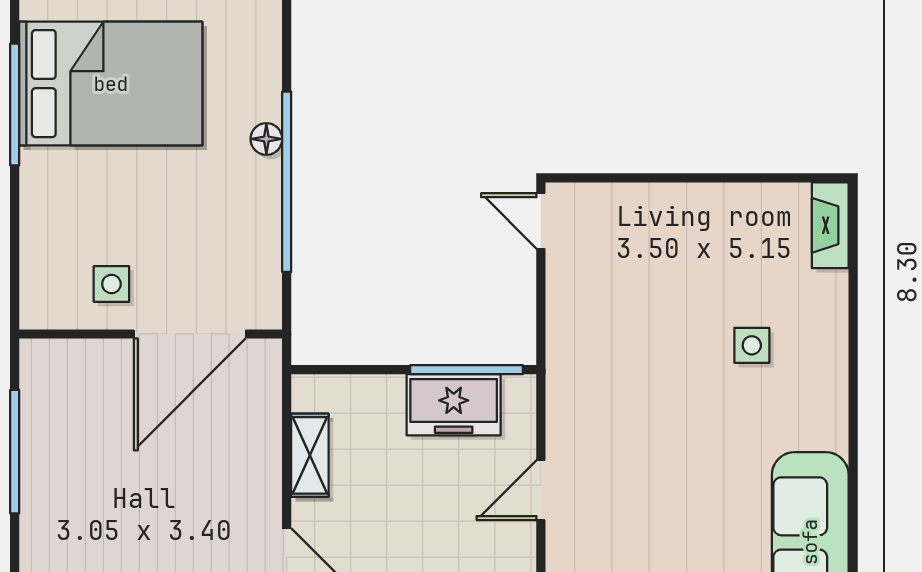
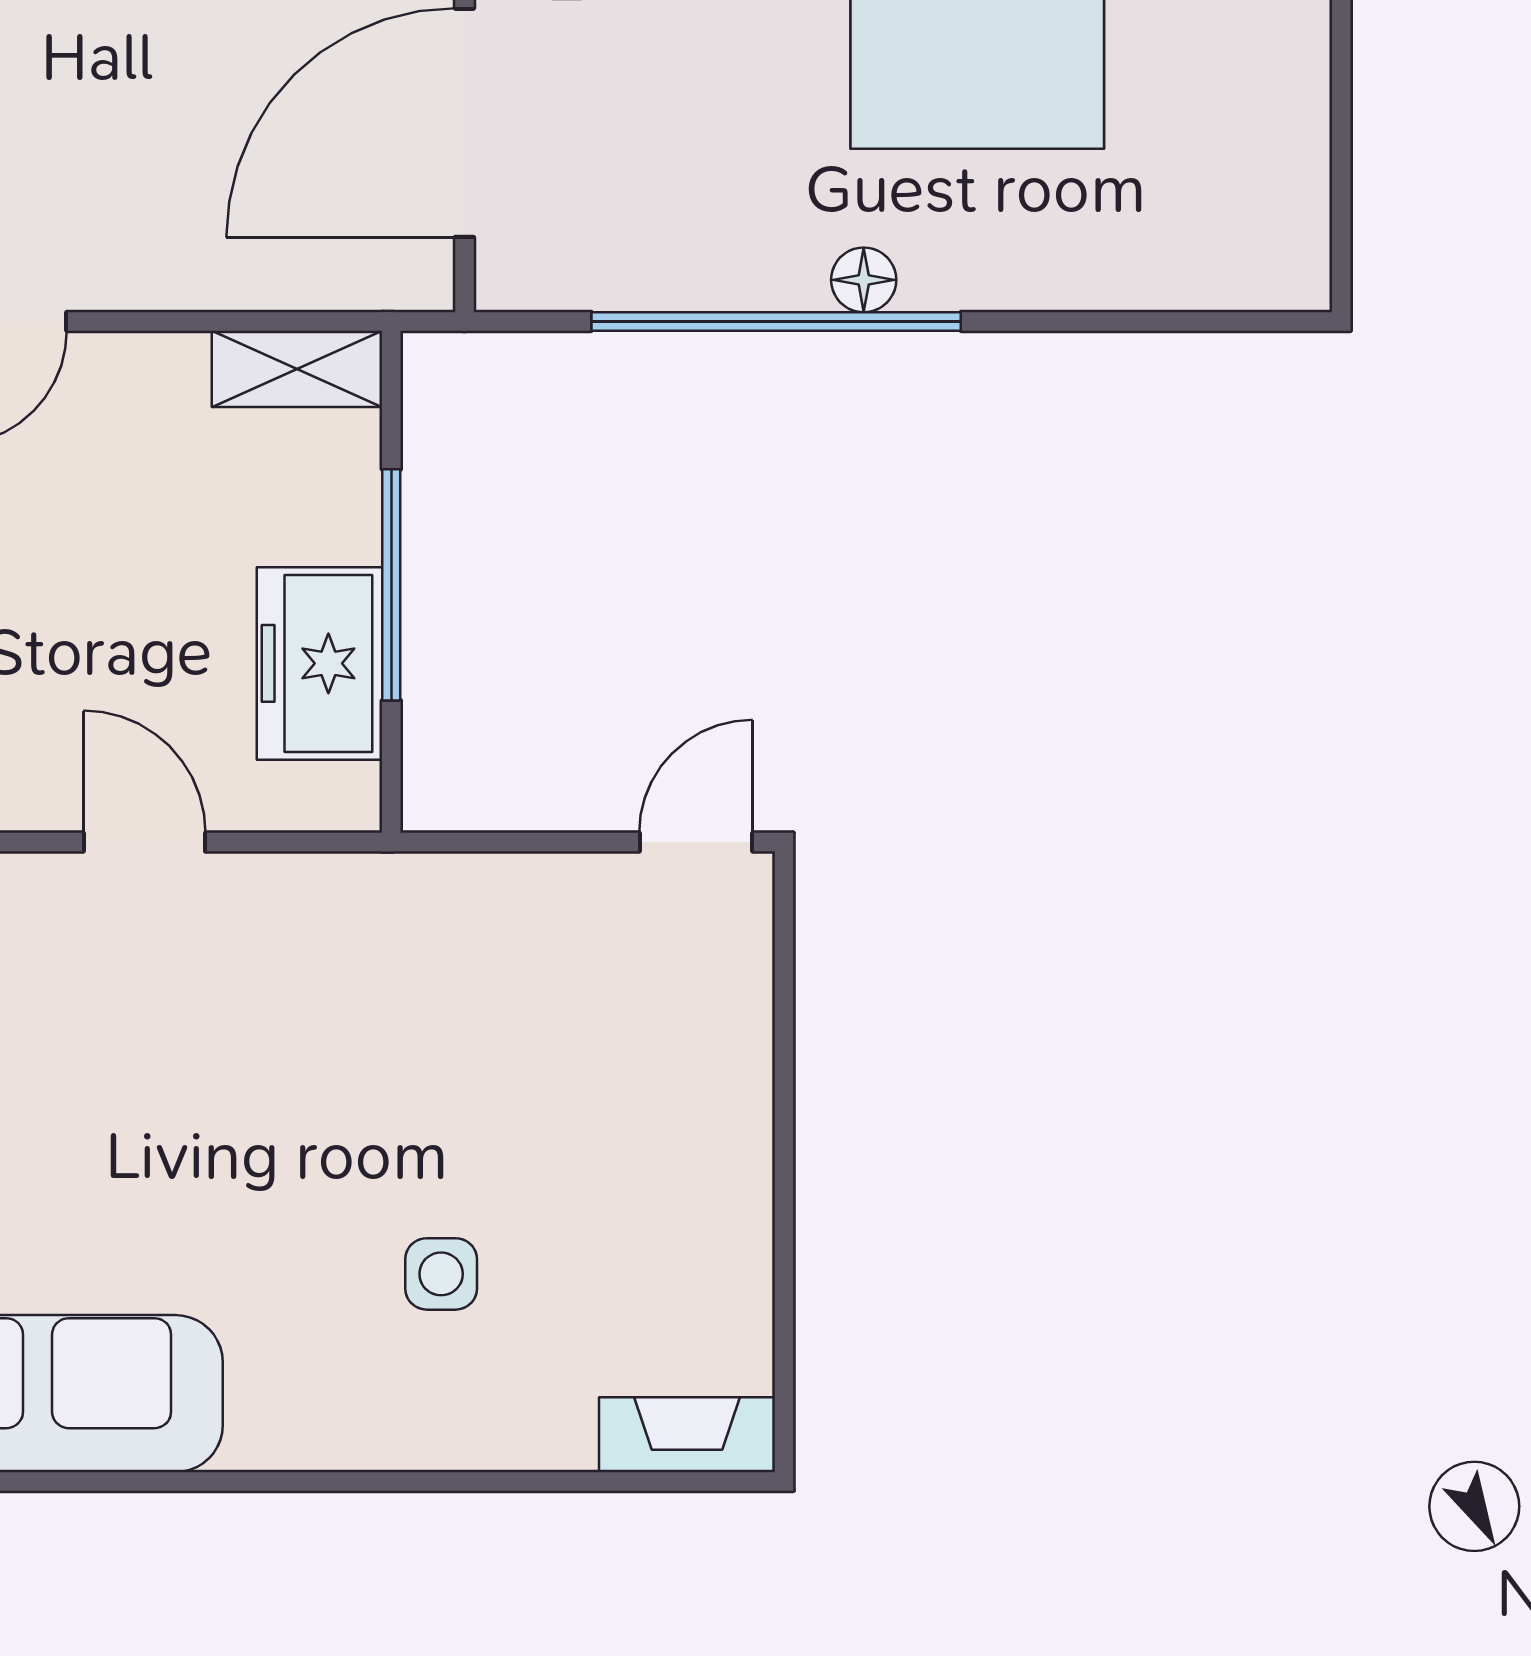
door: (190, 334) -> (464, 123), hinge flipped
window: (467, 370) -> (391, 585), moved
shelving: (310, 455) -> (297, 369), moved

